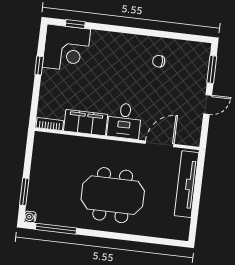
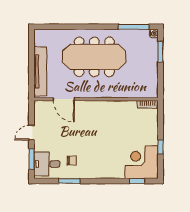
window: (165, 35) -> (69, 181), added
desk: (124, 121) -> (47, 164), moved, turned -90
filing cabinet: (86, 123) -> (121, 108), removed
door: (160, 144) -> (64, 99), hinge flipped
meeting table: (113, 195) -> (94, 57), width x1.36

